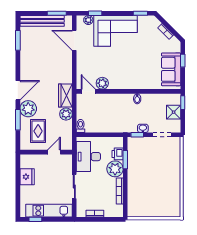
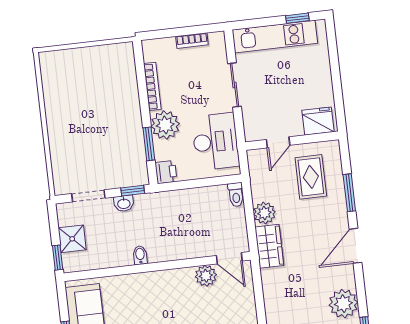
plant: (28, 109) -> (343, 304), moved
printer: (118, 154) -> (166, 172), moved
fridge: (27, 177) -> (318, 121), moved, turned 90

